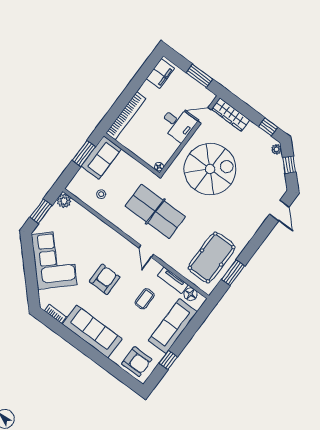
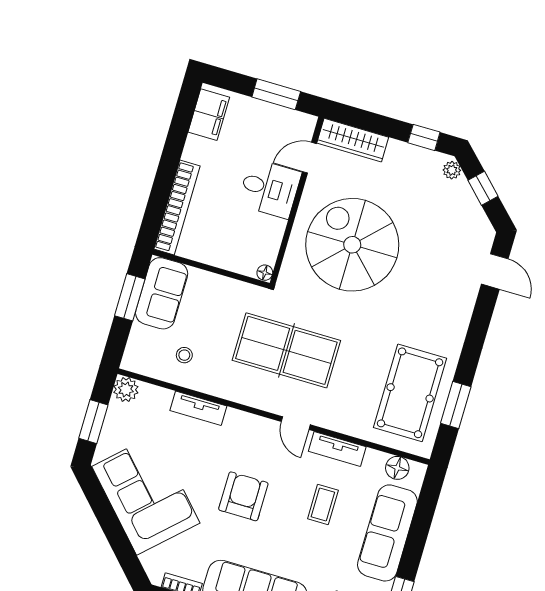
spiral stairs: (210, 169) -> (352, 245), turned -90
tv unit: (98, 225) -> (198, 408), added
tv unit: (173, 280) -> (337, 449), moved

